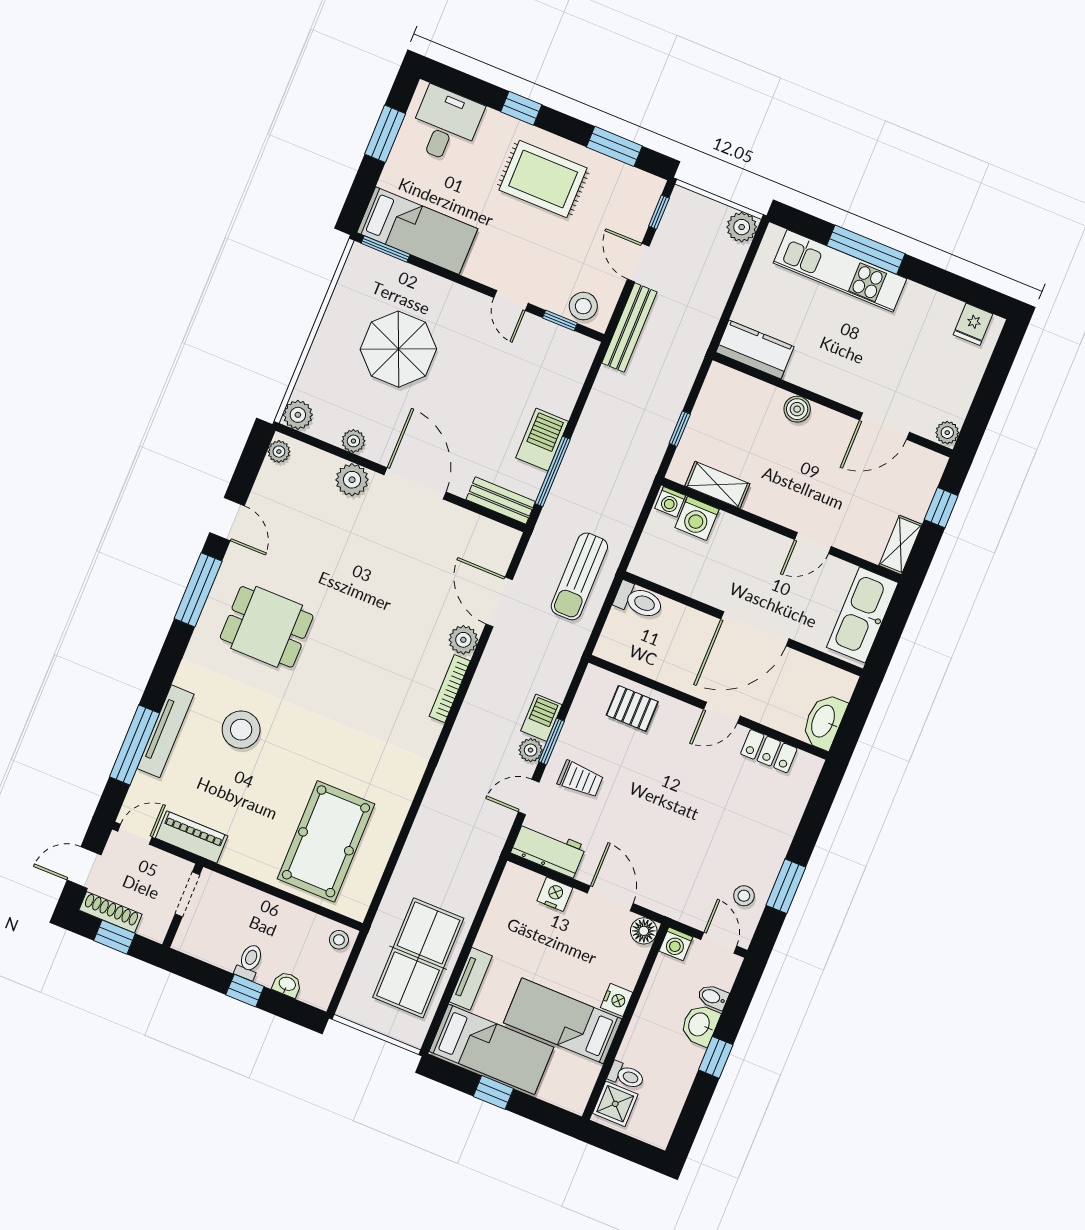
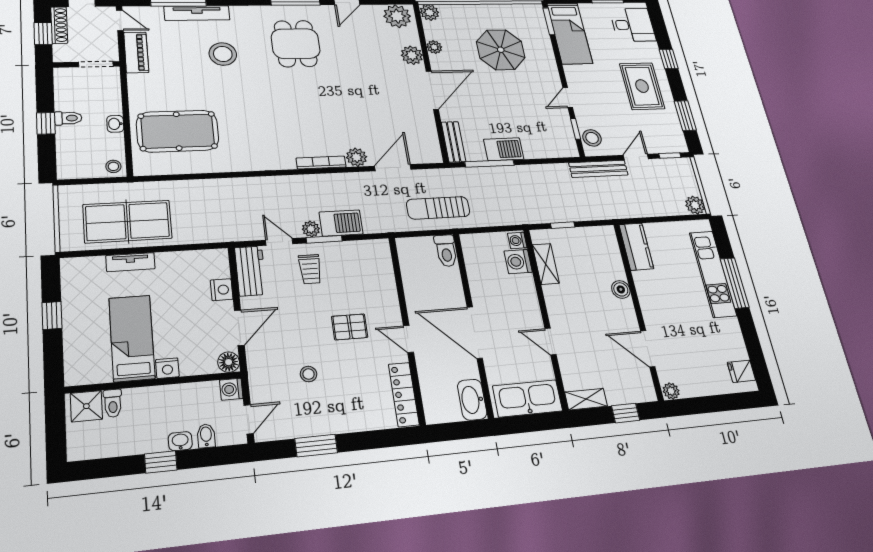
plant: (279, 452) -> (397, 16), width x1.88, depth x1.88
pallet: (632, 708) -> (350, 327), moved, turned 90
barbecue: (541, 718) -> (341, 223), width x1.38, depth x1.27
washbasin: (824, 721) -> (472, 400), moved, turned -90
locker: (769, 751) -> (404, 394), width x1.53
stool: (744, 896) -> (309, 374), moved
washbasin: (287, 984) -> (115, 124), moved, turned 180
washbasin: (700, 1025) -> (180, 441), width x0.72, depth x0.69
bed: (491, 1049) -> (85, 299), removed

